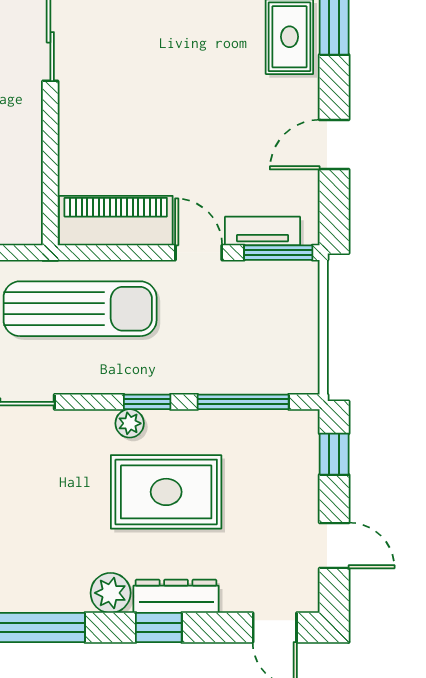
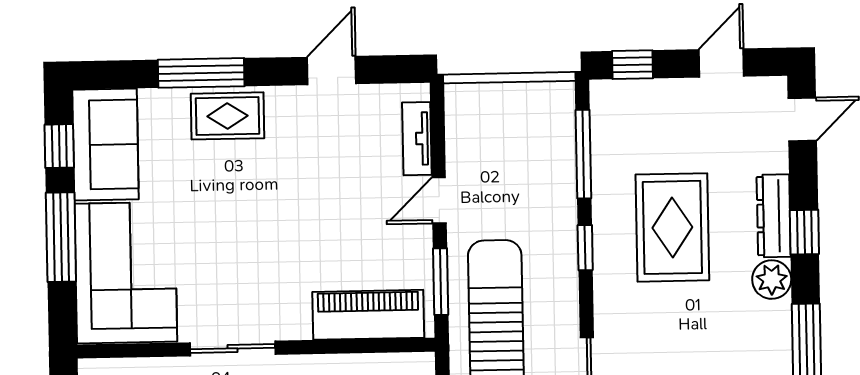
door: (334, 145) -> (332, 70), swing flipped
piano: (116, 221) -> (368, 315), moved, turned 90
window: (278, 253) -> (441, 282), moved
plant: (130, 423) -> (606, 264), removed

